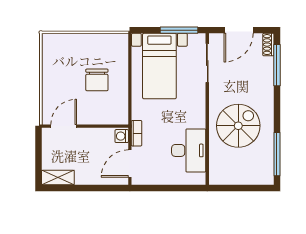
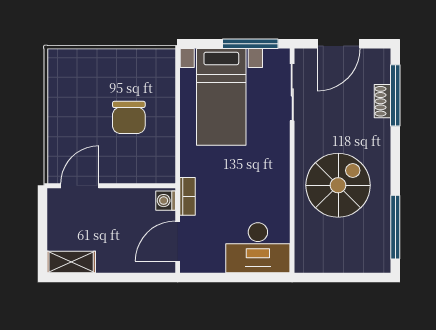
shoe rack: (268, 45) -> (383, 101), moved
desk: (189, 150) -> (258, 248), moved, turned 90

